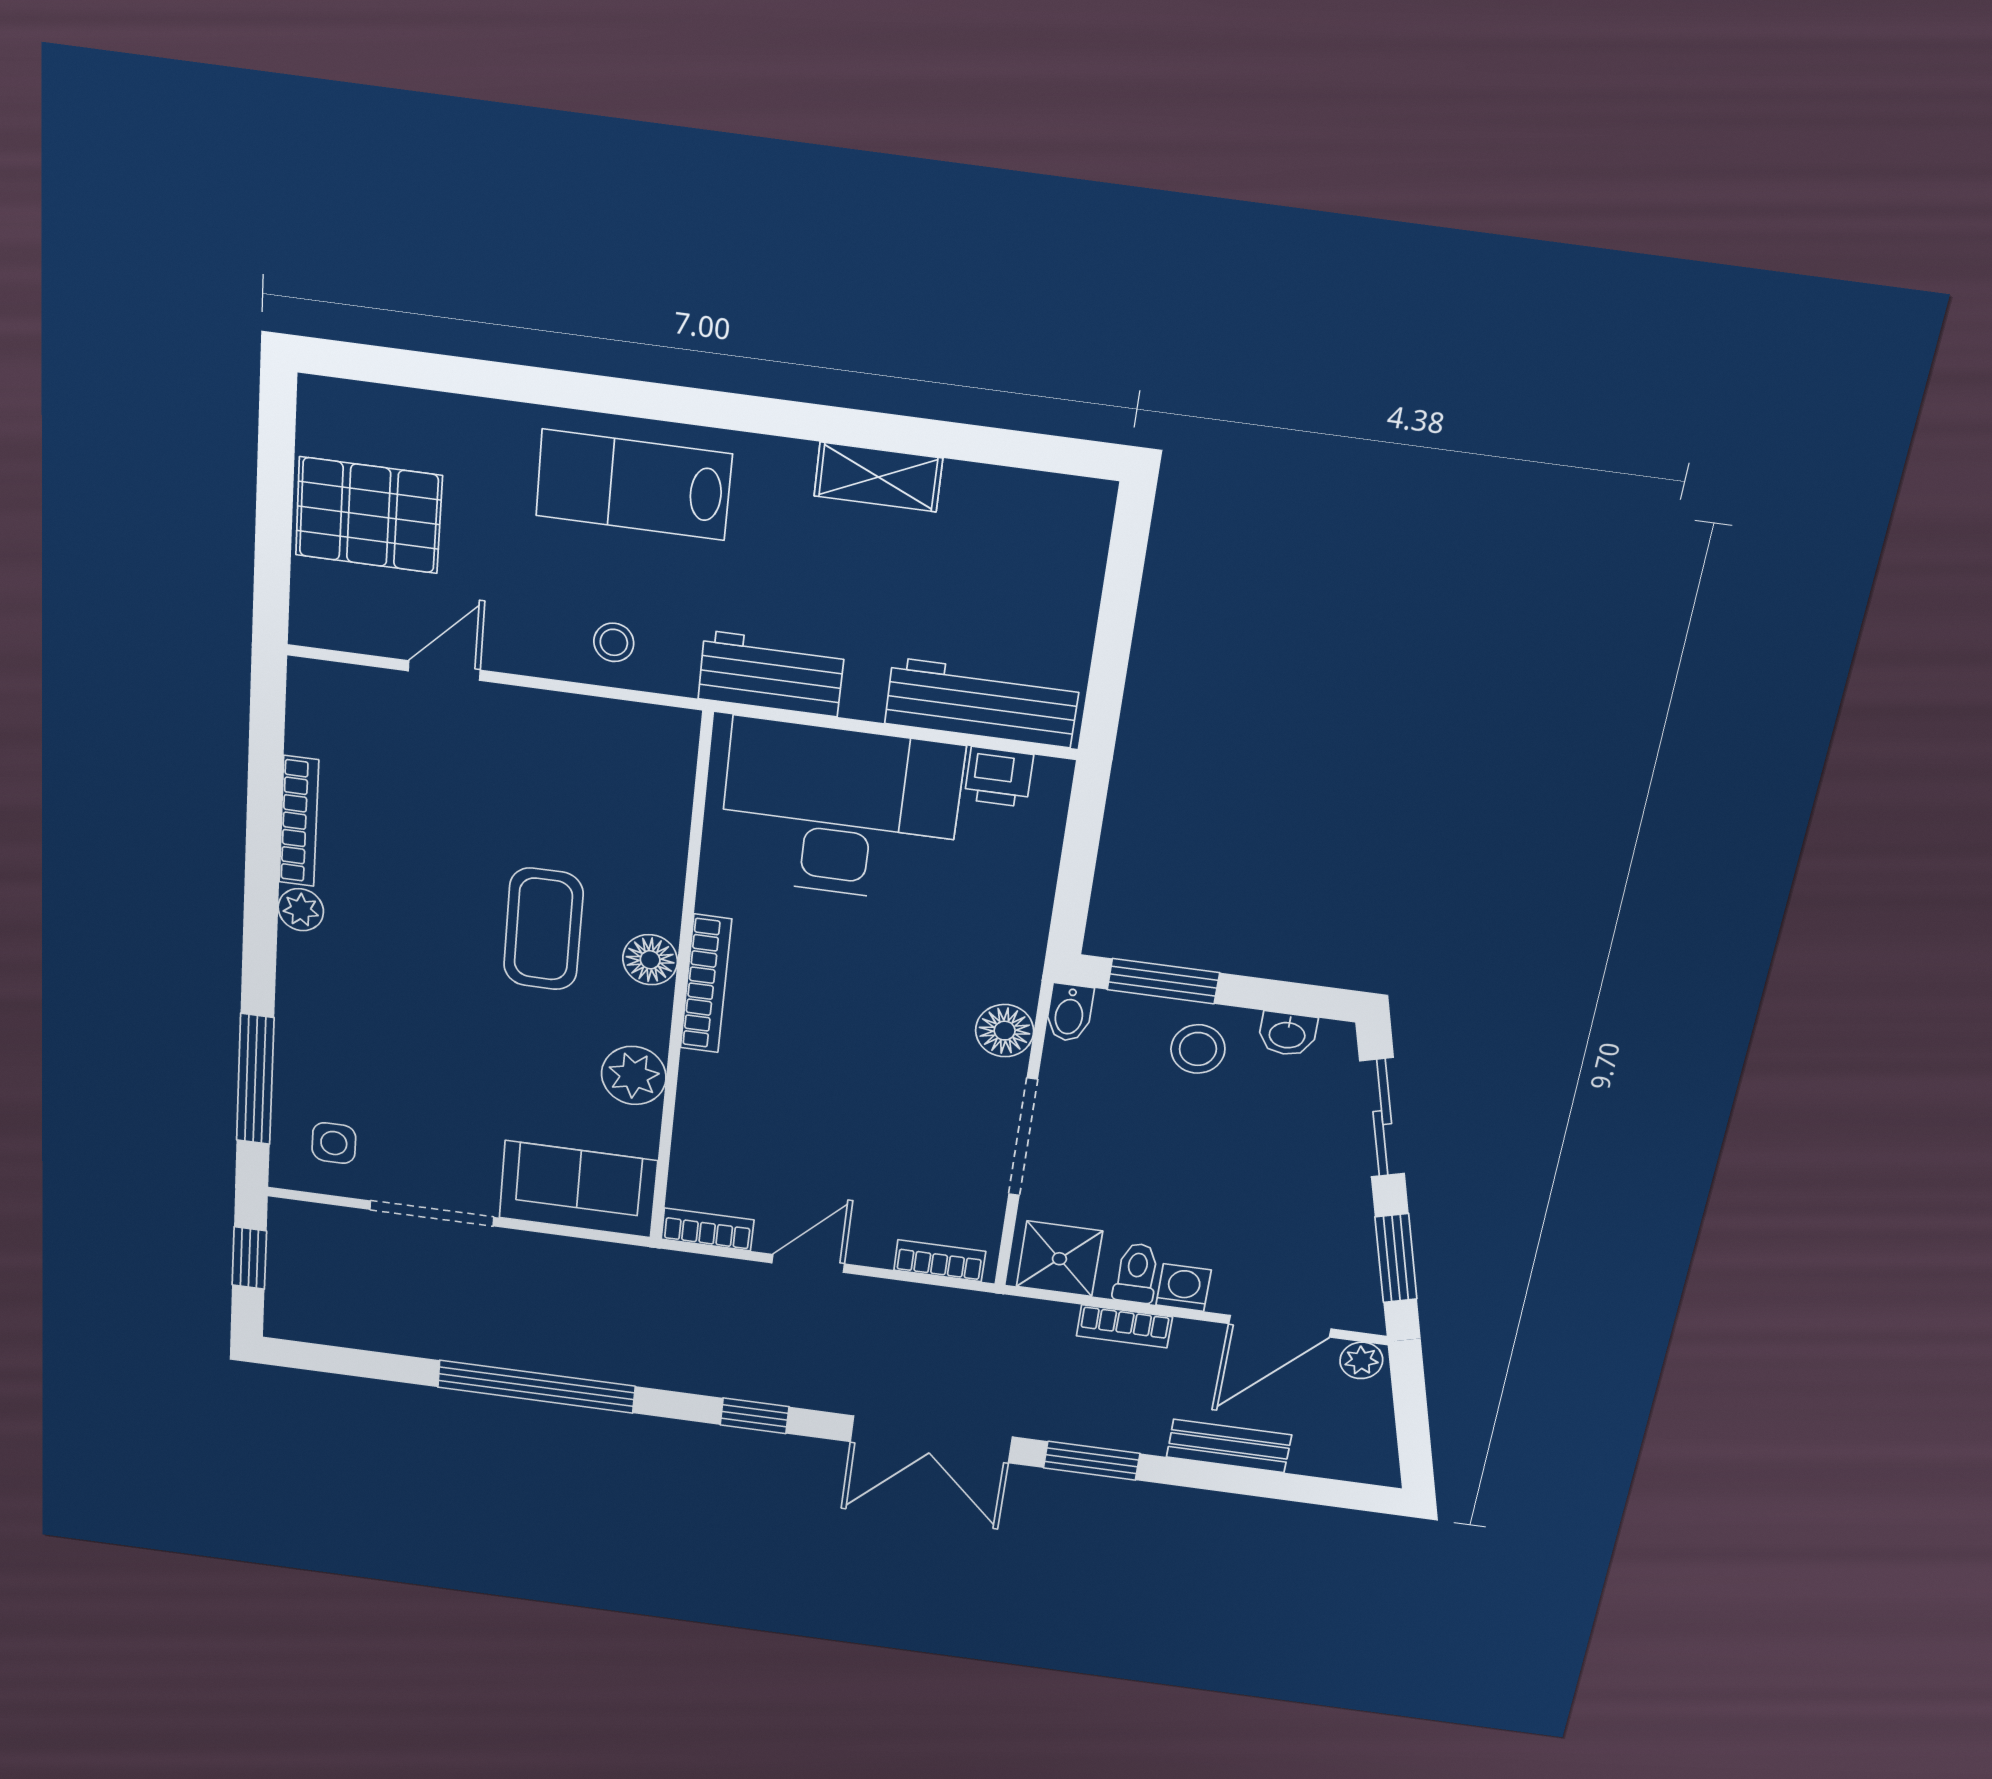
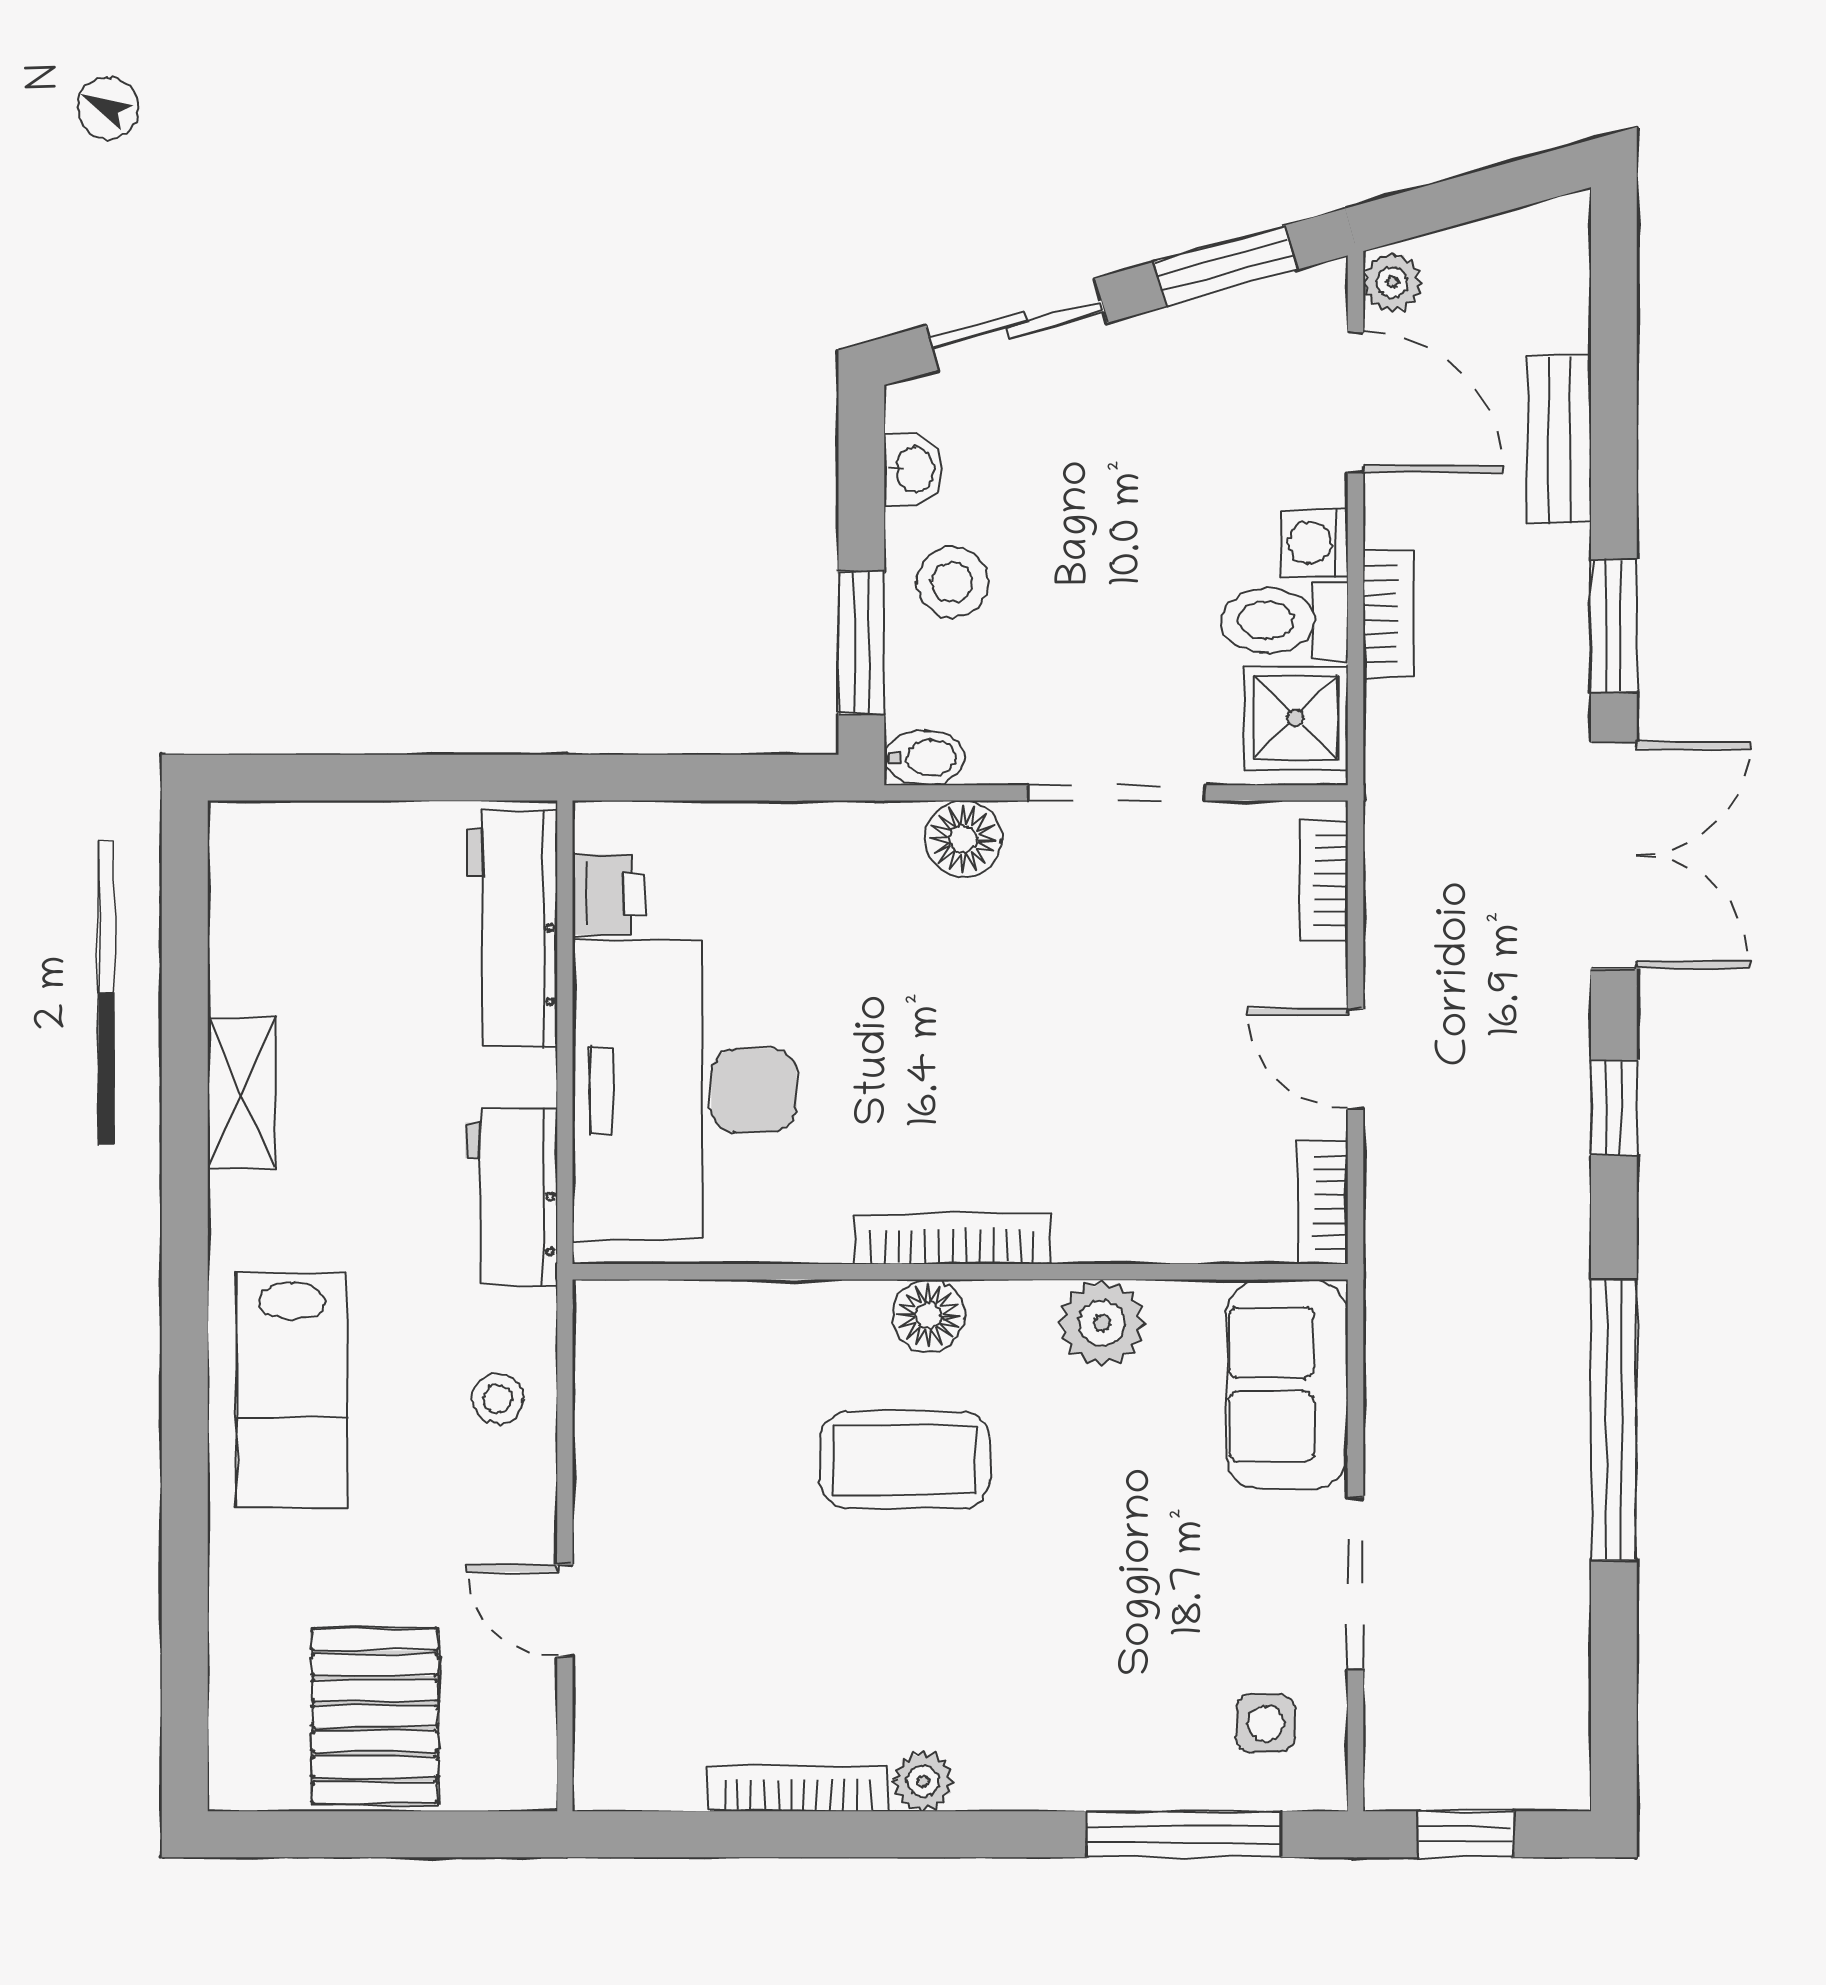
toilet: (1136, 1273) -> (1284, 621), width x1.37, depth x1.39

